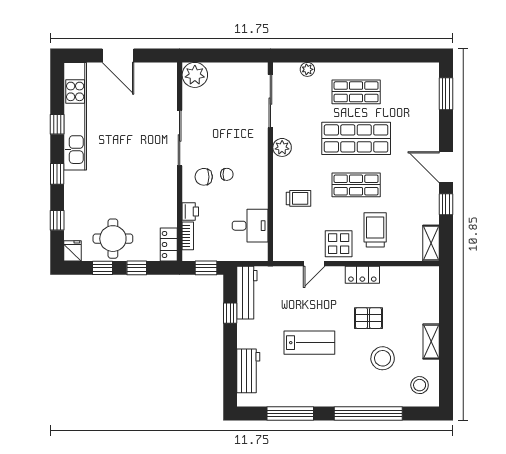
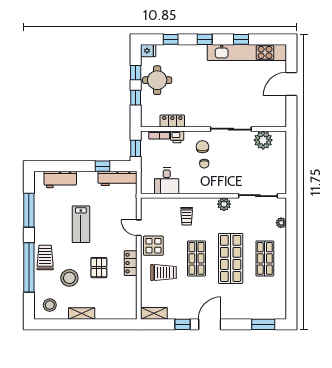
plant: (195, 75) -> (263, 140), moved
locker: (169, 244) -> (172, 121), moved
trolley: (355, 391) -> (45, 257), added

